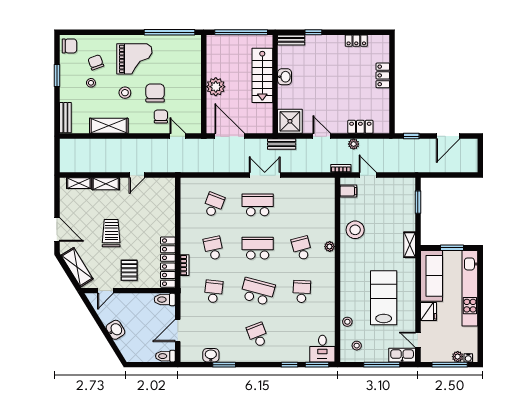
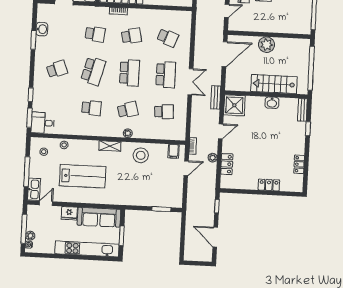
school desk: (302, 205) -> (164, 112), added
shelving: (410, 245) -> (110, 146), moved

